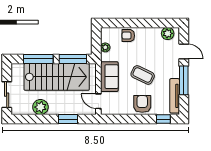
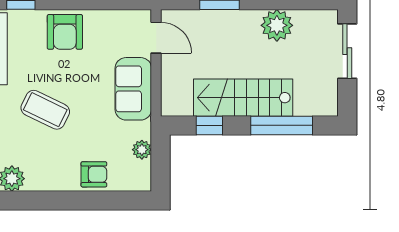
window: (73, 59) -> (209, 125), width x0.46
coffee table: (143, 75) -> (45, 110), moved
stairs: (57, 77) -> (243, 98), width x0.73, depth x0.66

